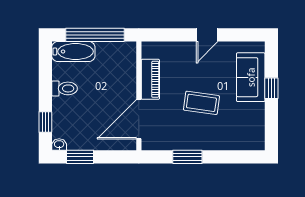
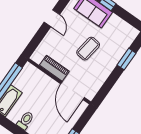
window: (187, 157) -> (126, 59), moved

